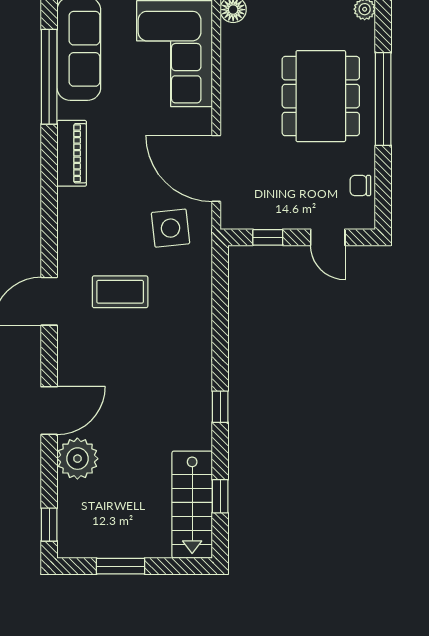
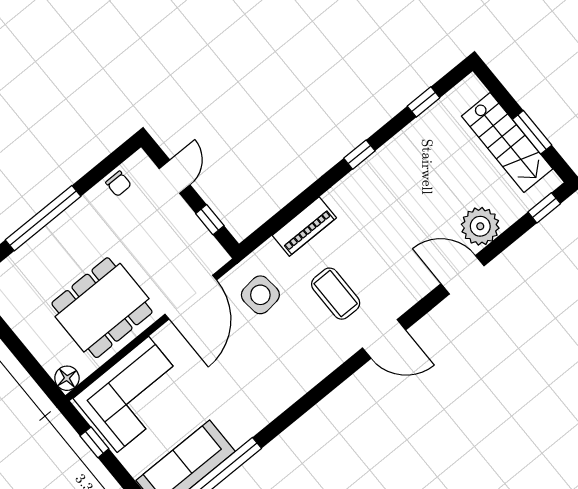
dining table: (321, 96) -> (102, 308), moved
piano: (72, 153) -> (304, 227), moved, turned 180
stairs: (192, 505) -> (507, 142), moved, turned 90

